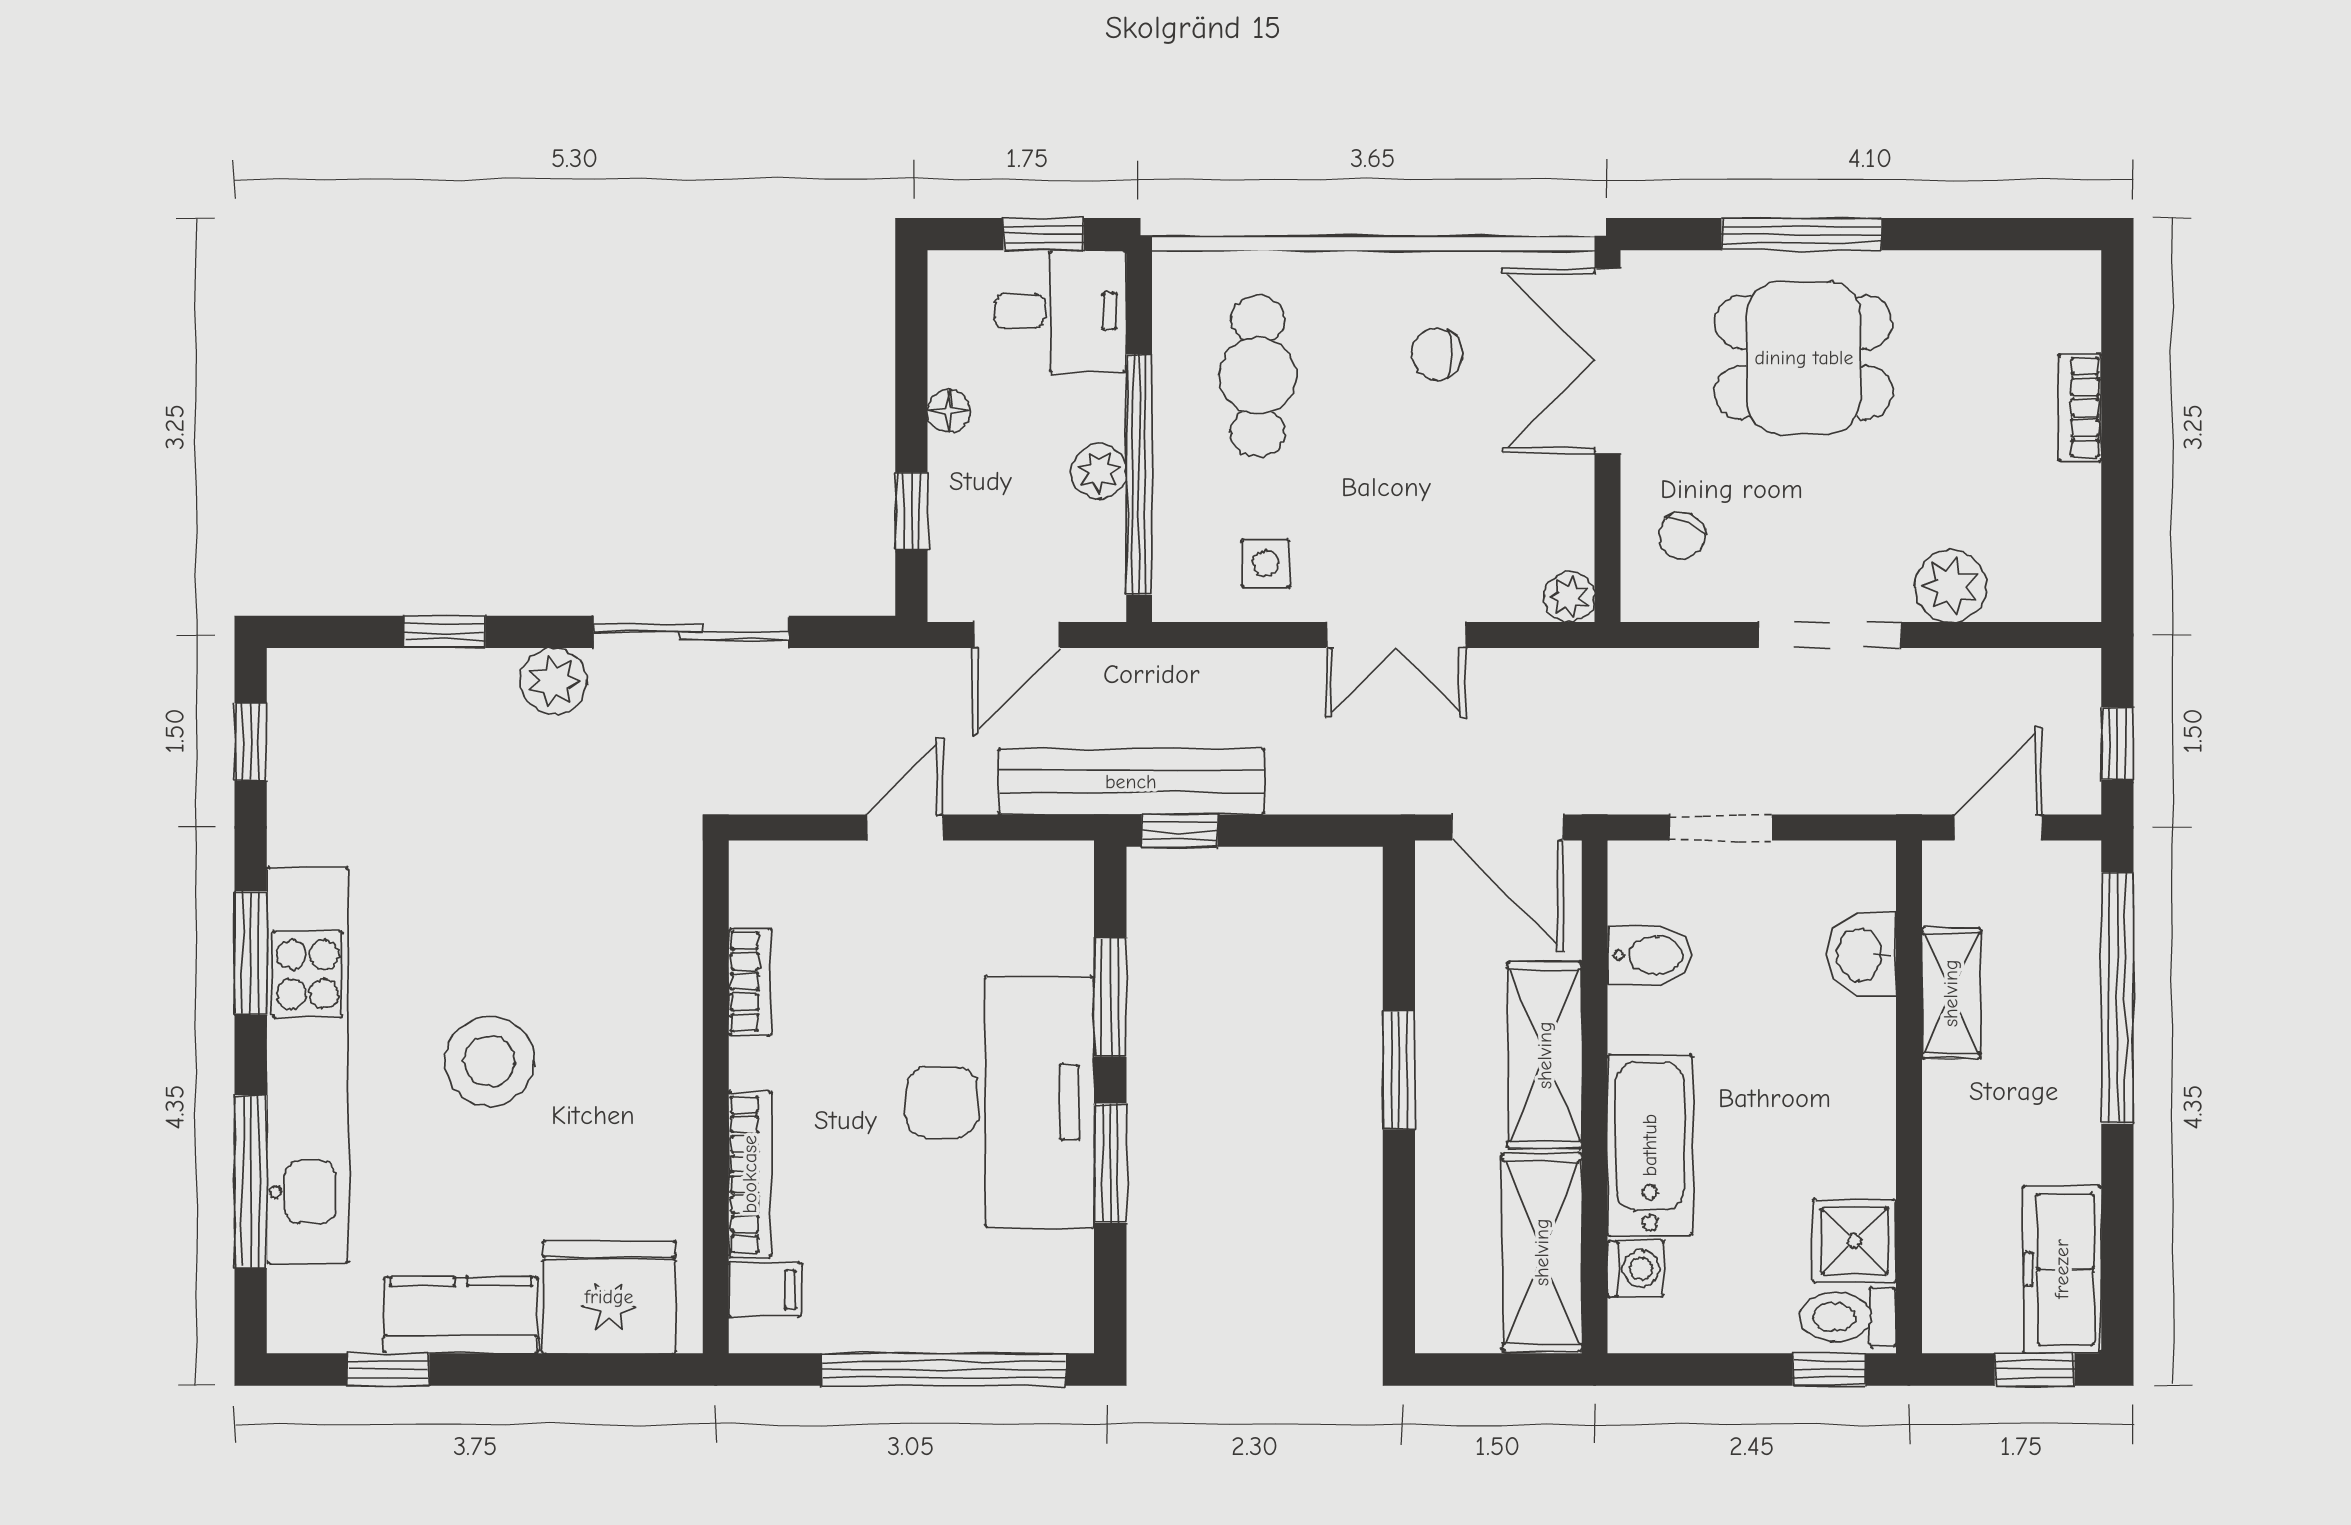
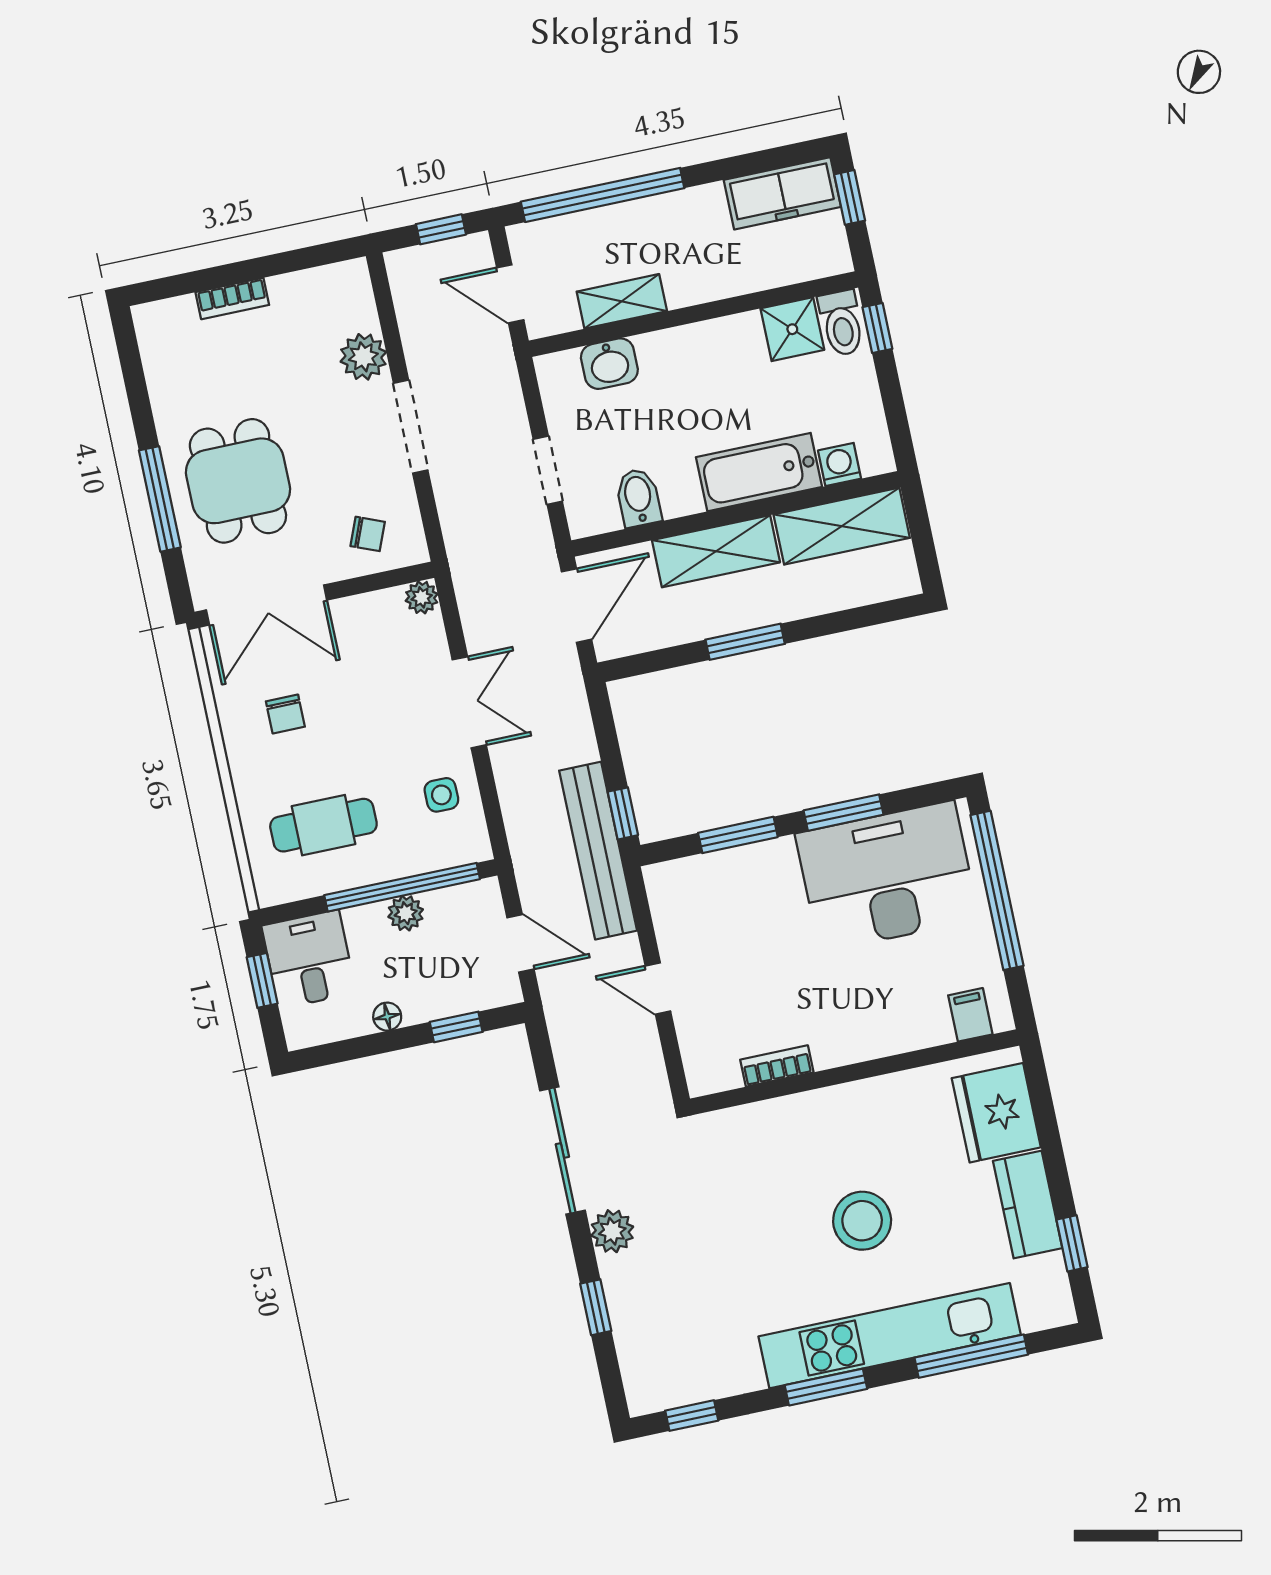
desk: (1000, 1102) -> (887, 876), moved
bookcase: (750, 1174) -> (899, 1040), removed

